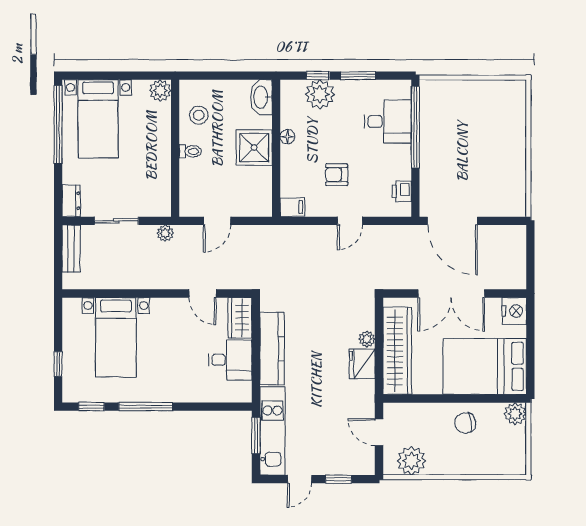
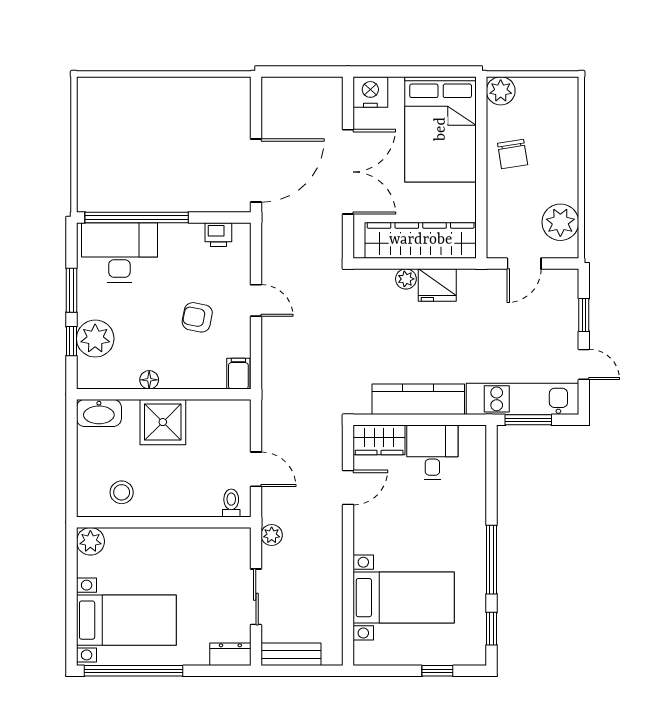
desk: (388, 121) -> (119, 252), width x1.37
toilet: (190, 151) -> (231, 503), moved
armchair: (337, 175) -> (197, 317), turned 101

